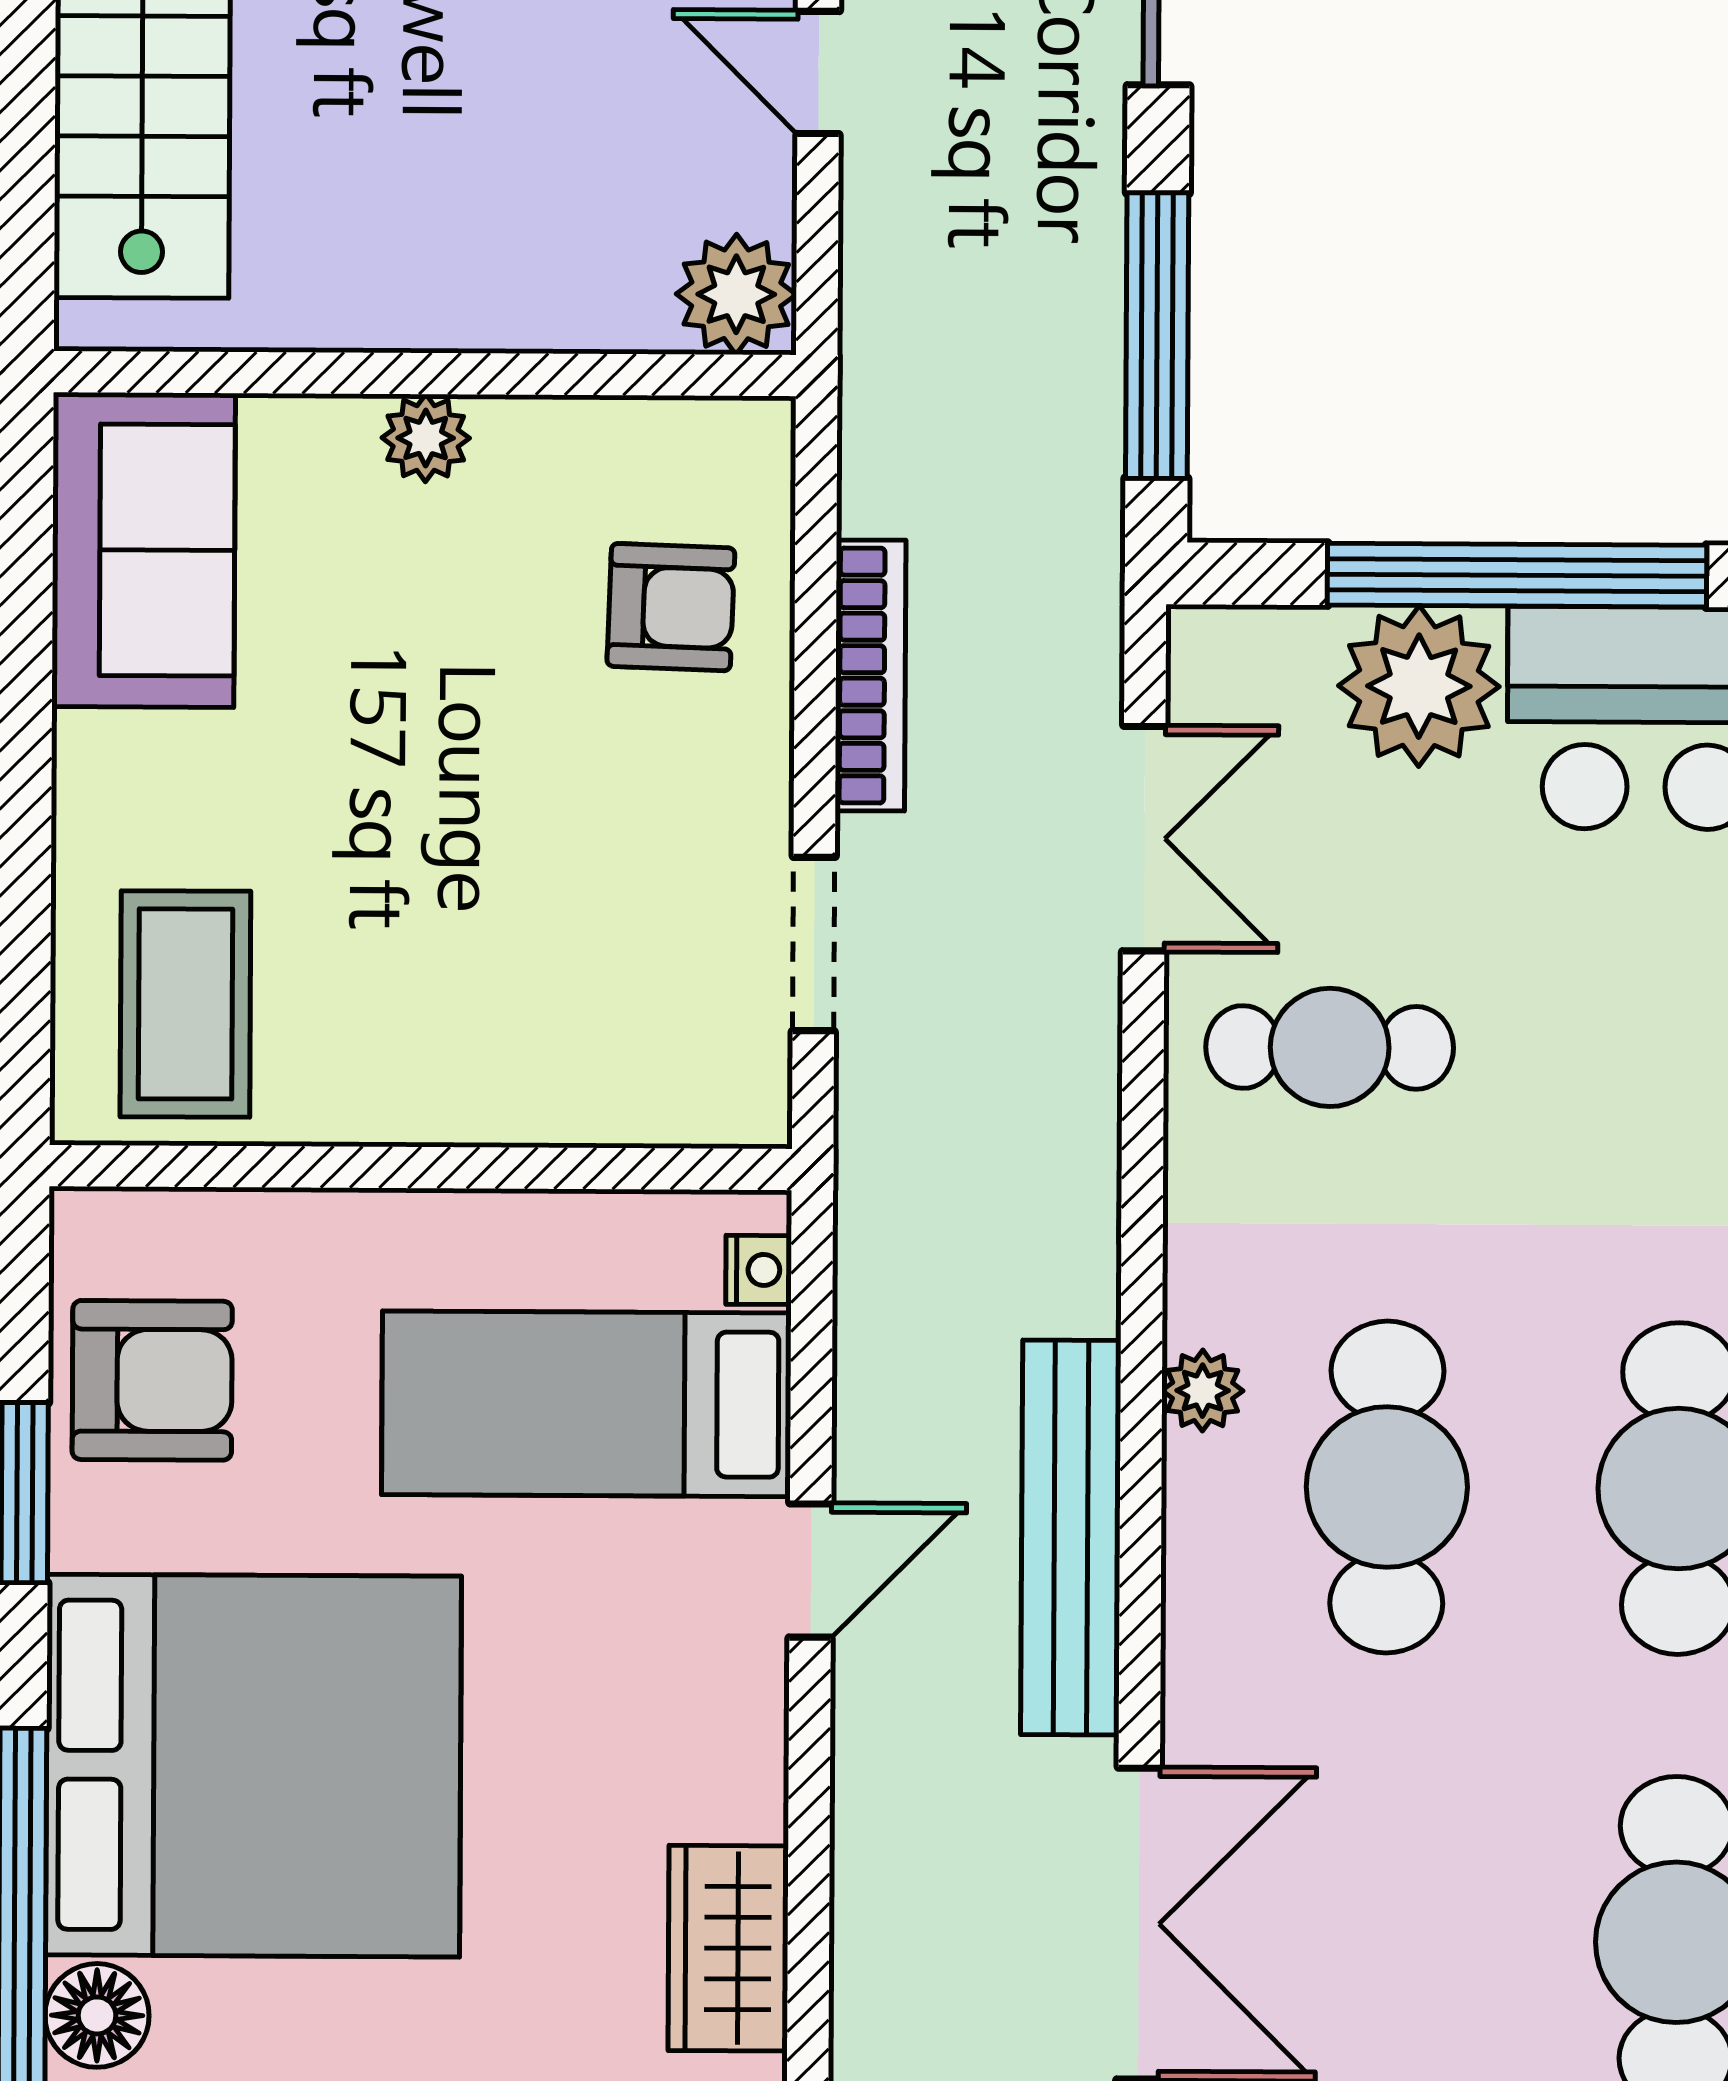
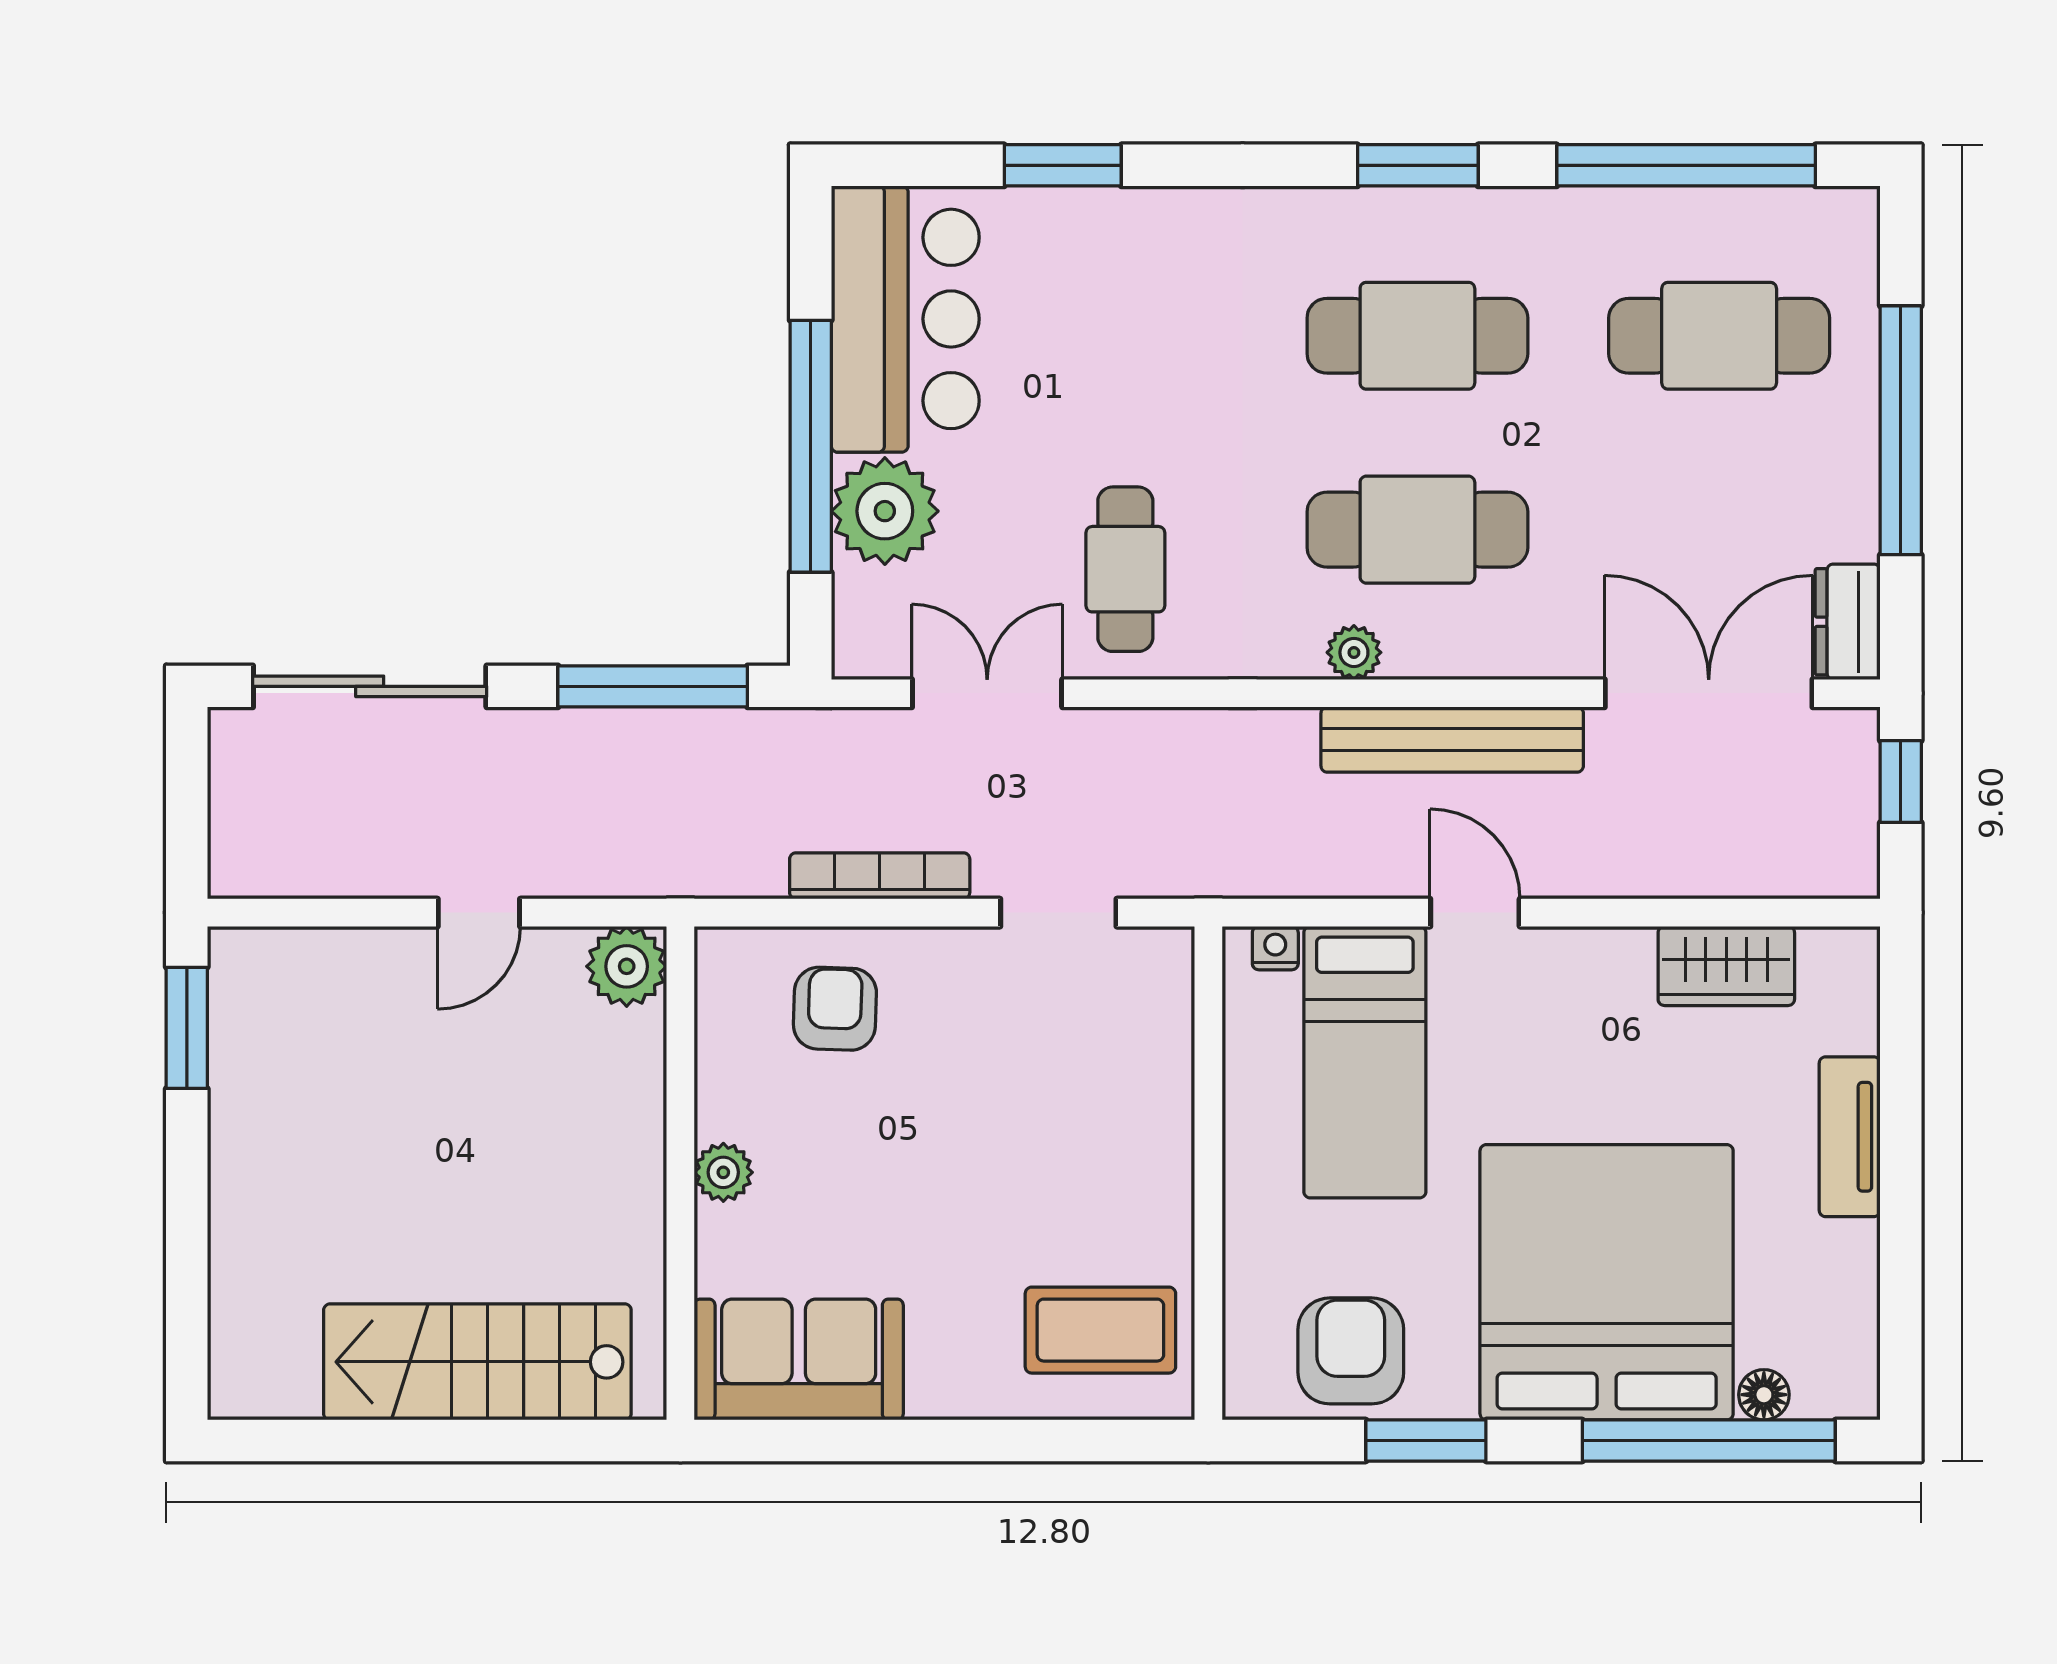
floor lamp: (97, 2015) -> (1764, 1395), width x0.73, depth x0.73

